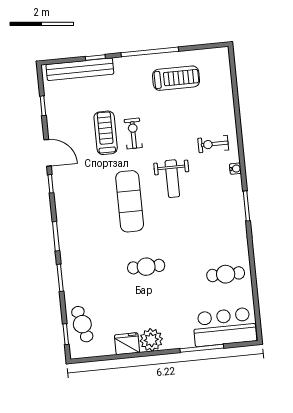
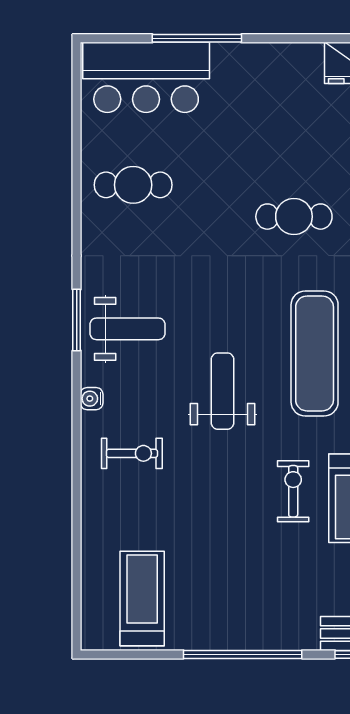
treadmill: (176, 78) -> (142, 599), moved, turned 90
exercise bike: (133, 133) -> (293, 491), turned 180
weight bench: (221, 204) -> (127, 329), added
plant: (151, 340) -> (299, 66), removed

